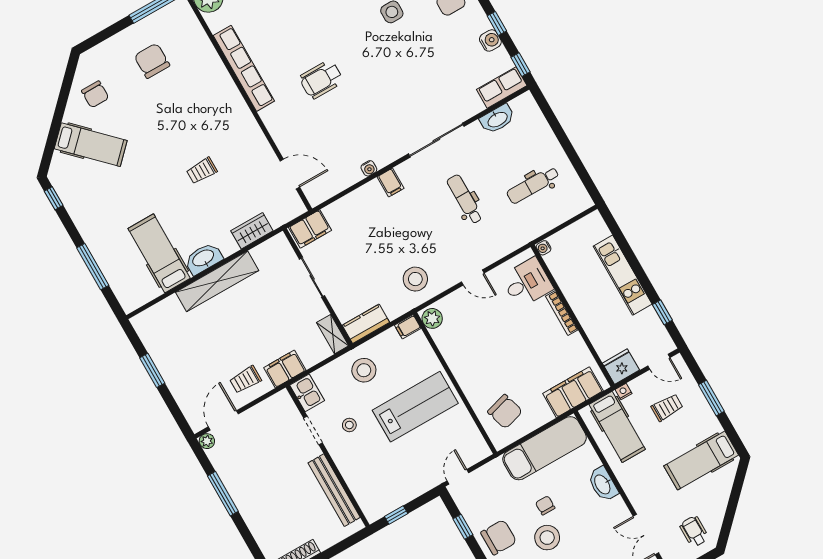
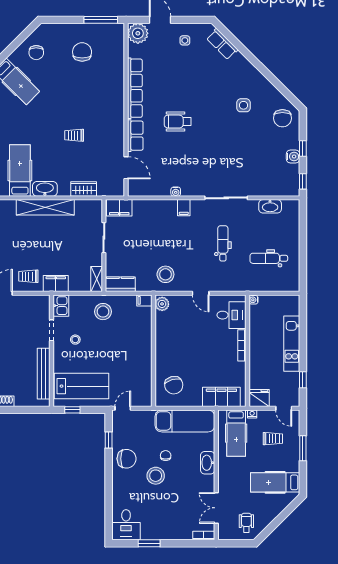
row of seats: (502, 87) -> (135, 136), moved, turned 90
lab bench: (415, 407) -> (82, 386), moved

